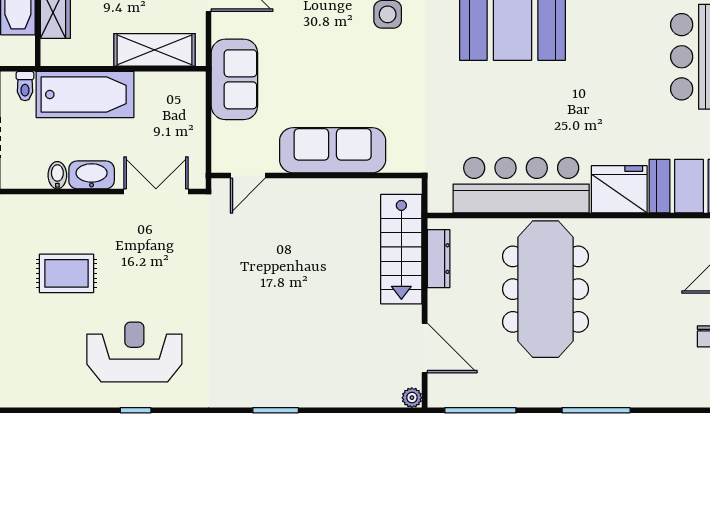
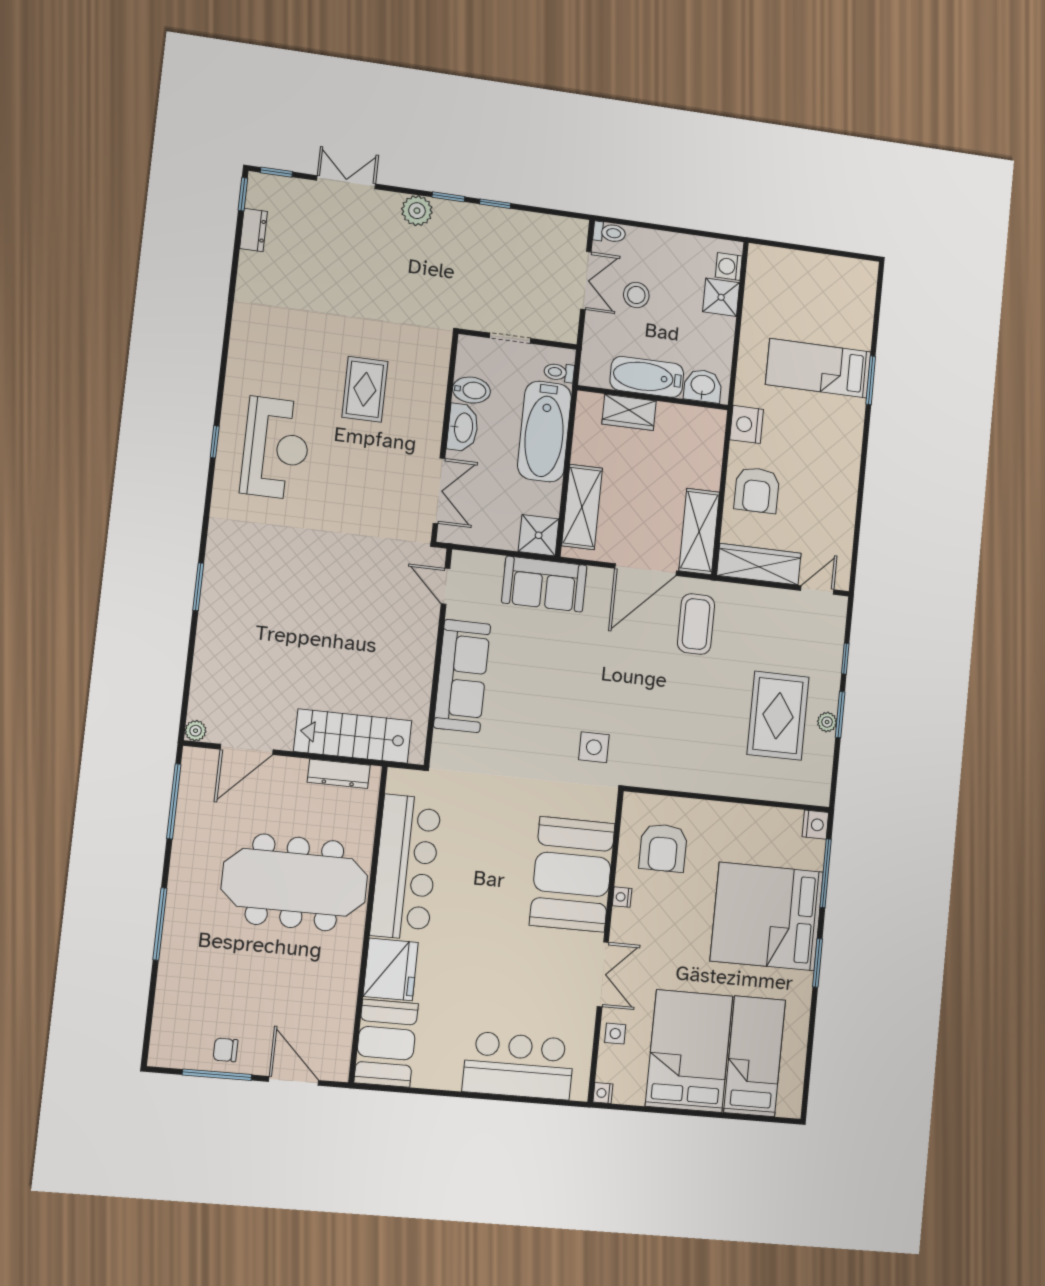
shower: (188, 90) -> (539, 535), added
bidet: (57, 175) -> (471, 390), width x1.38, depth x1.36

